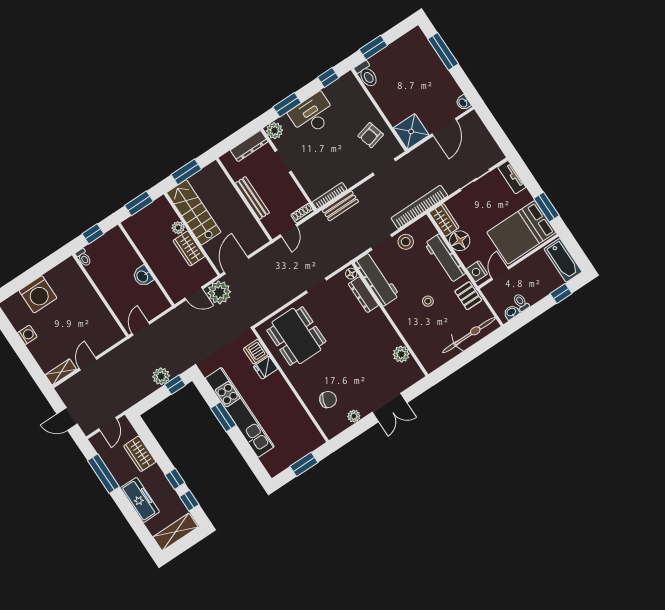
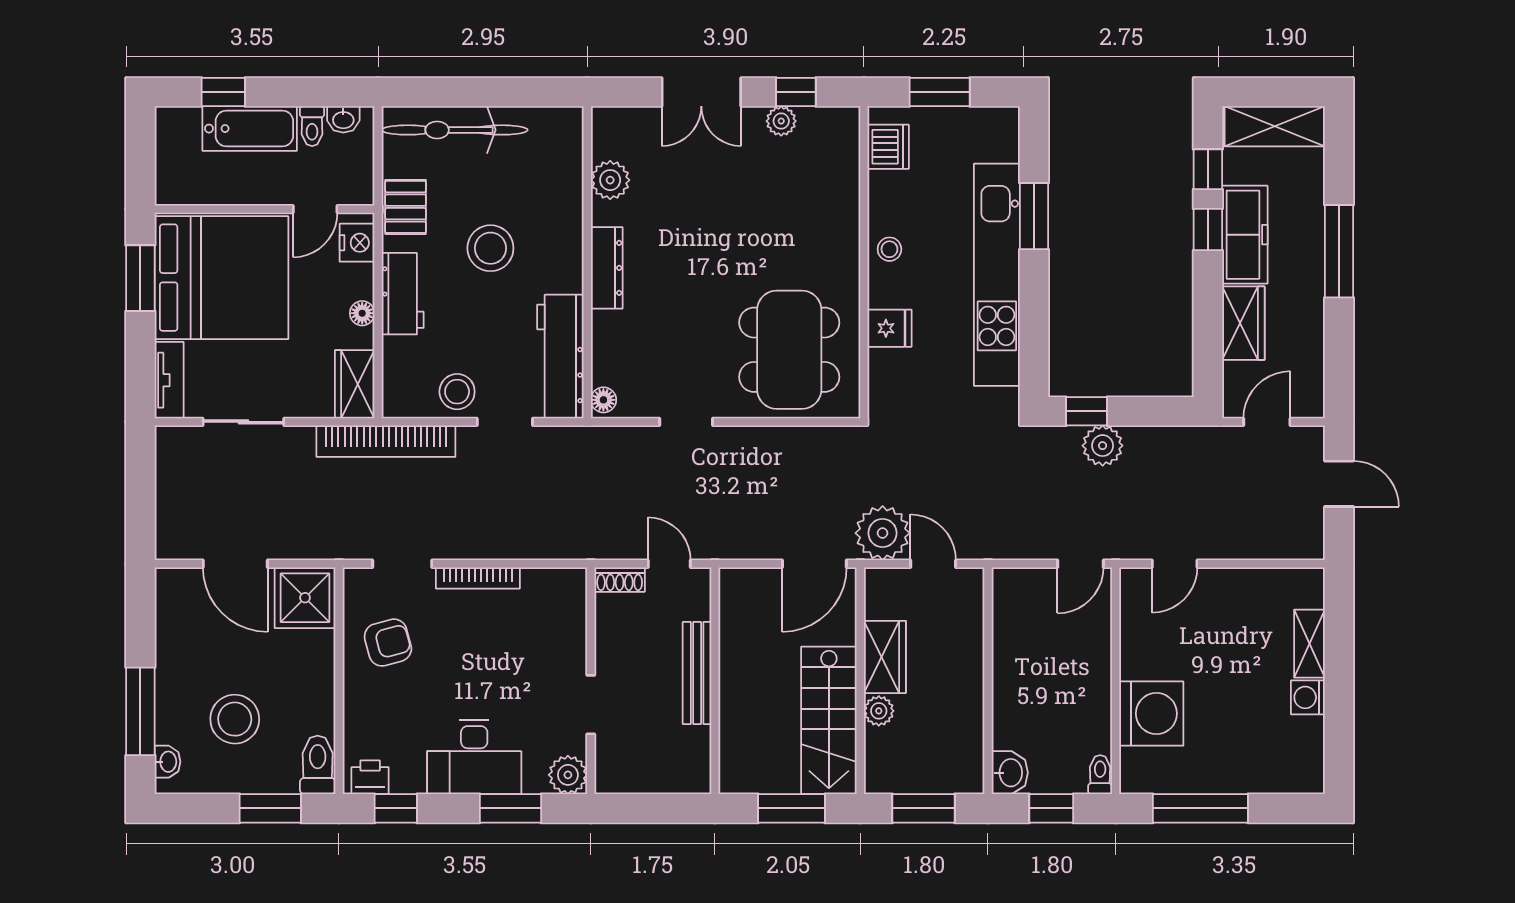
stool: (407, 71) -> (235, 719), added
printer: (345, 83) -> (370, 777), added
washbasin: (463, 103) -> (167, 762), moved
door: (444, 127) -> (235, 564), swing flipped
dresser: (249, 146) -> (637, 778), removed
bookcase: (330, 196) -> (478, 578), moved
bench: (340, 206) -> (537, 544), removed
door: (288, 231) -> (669, 564), hinge flipped
bed: (521, 232) -> (221, 278), width x1.36
floor lamp: (460, 241) -> (362, 313), width x0.53, depth x0.53
workbench: (445, 258) -> (403, 294), width x0.73
bathtub: (563, 260) -> (250, 129), moved, turned 90
window: (39, 269) -> (1200, 808), added
washbasin: (143, 276) -> (1010, 773), moved
washing machine: (38, 294) -> (1151, 714), moved, turned 90
dresser: (363, 295) -> (607, 268), moved
stool: (428, 301) -> (490, 248), width x1.89, depth x1.89
dishwasher: (256, 352) -> (888, 147), moved
door: (88, 364) -> (1175, 564), moved
shelving: (61, 372) -> (1310, 644), moved, turned 90
stool: (284, 396) -> (889, 249), added
chair: (328, 400) -> (810, 186), removed
double door: (389, 407) -> (701, 92), swing flipped
window: (223, 417) -> (1034, 216), moved
window: (355, 430) -> (796, 92), added
window: (103, 474) -> (1339, 251), moved
freezer: (140, 500) -> (1245, 235), moved, turned 180

